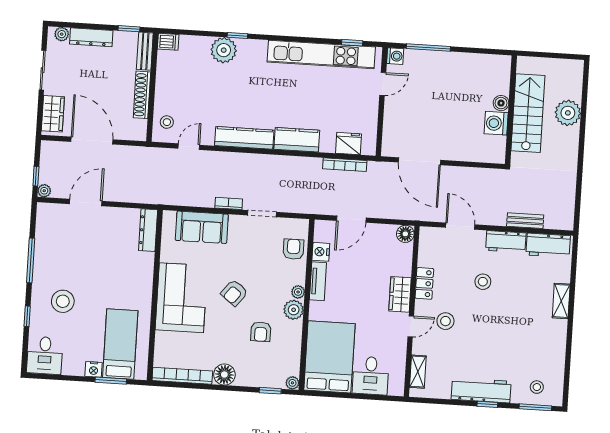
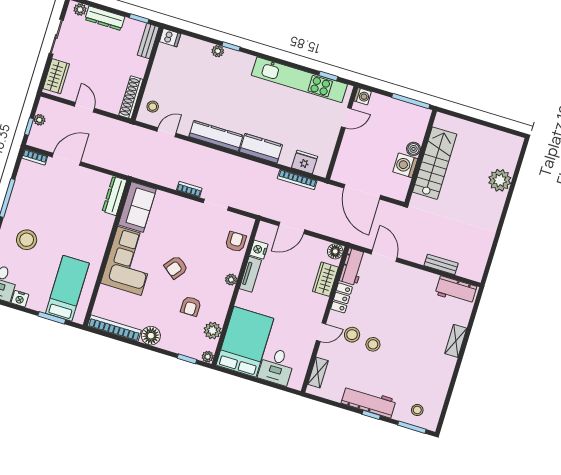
window: (428, 48) -> (411, 101), moved
plant: (224, 50) -> (218, 51), width x0.53, depth x0.53
shoe rack: (142, 95) -> (131, 97), moved
boiler: (501, 103) -> (414, 149), moved
wall: (511, 110) -> (421, 157), moved
stairs: (528, 113) -> (435, 163), moved
washing machine: (496, 123) -> (405, 165), moved
door: (92, 141) -> (84, 107), width x0.53
plant: (44, 191) -> (39, 120), moved
bookcase: (50, 208) -> (35, 157), added
sofa: (202, 227) -> (137, 207), moved, turned -90
workbench: (506, 242) -> (353, 267), moved, turned -90
stool: (483, 282) -> (373, 344), moved
wardrobe: (400, 294) -> (325, 279), moved
plant: (294, 310) -> (212, 330), moved
nightstand: (94, 369) -> (20, 299), moved

